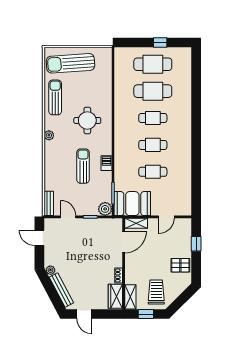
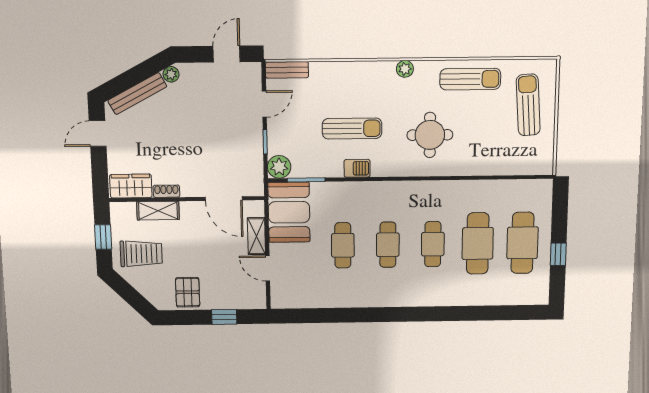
sun lounger: (70, 63) -> (528, 105), width x0.73, depth x0.75
shelving: (136, 223) -> (256, 236), moved
shelving: (130, 297) -> (158, 211), moved

